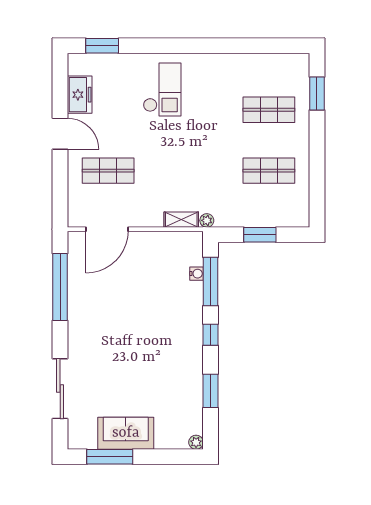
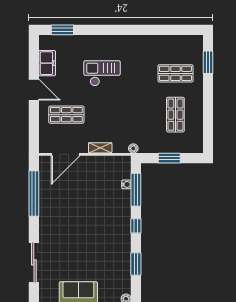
checkout: (162, 89) -> (102, 73), moved, turned -90
shop shelf: (269, 171) -> (175, 115), turned 90
shelving: (181, 220) -> (100, 148), moved

